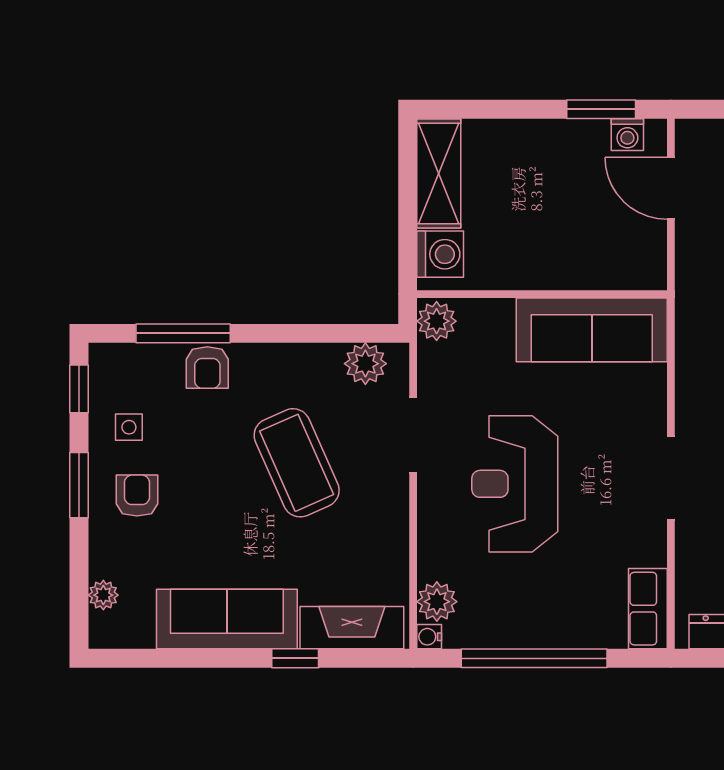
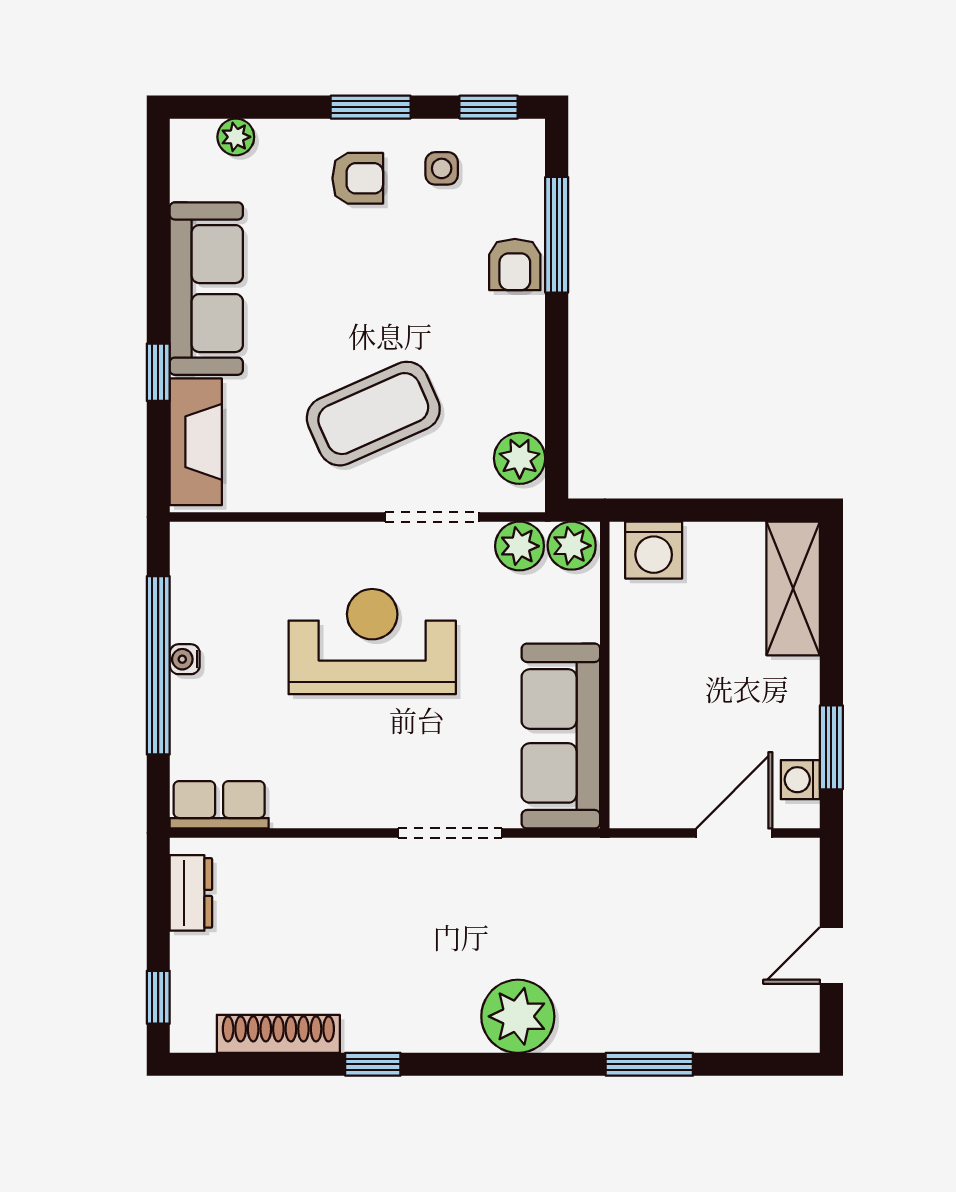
shelving: (439, 173) -> (793, 588), moved, turned 90
armchair: (207, 367) -> (515, 265), turned -90
coffee table: (297, 463) -> (373, 414), moved
doorway: (671, 478) -> (450, 833), moved
plant: (437, 602) -> (520, 546), moved
water cooler: (429, 637) -> (185, 659), moved, turned -90

